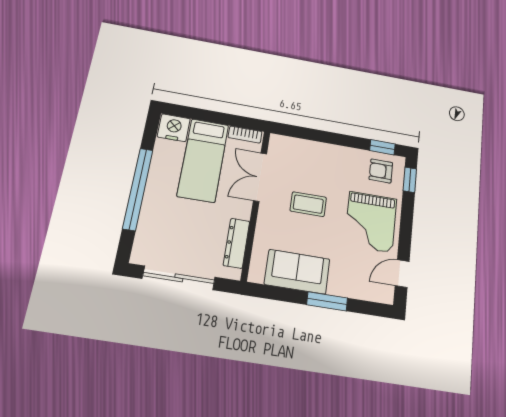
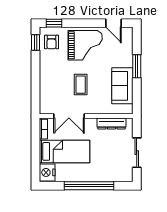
sliding door: (179, 278) -> (137, 153), width x0.73

